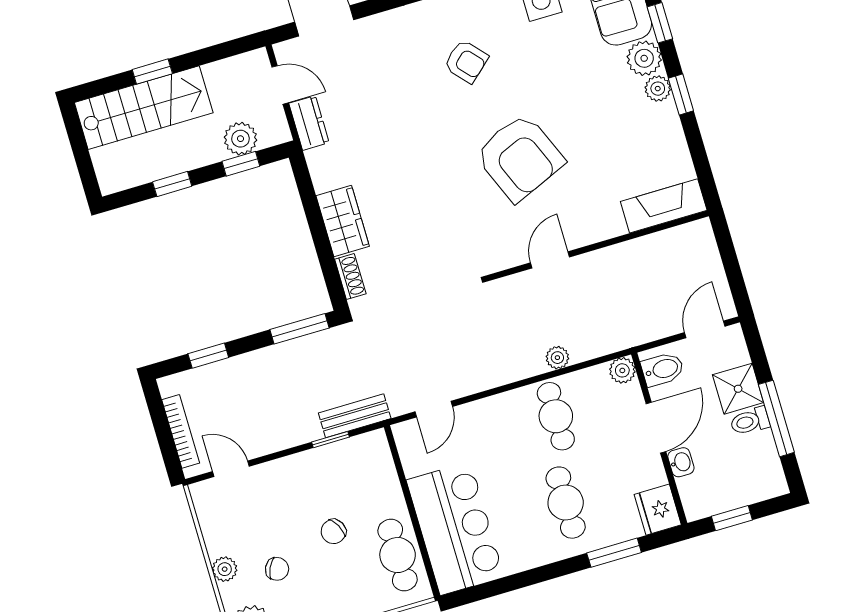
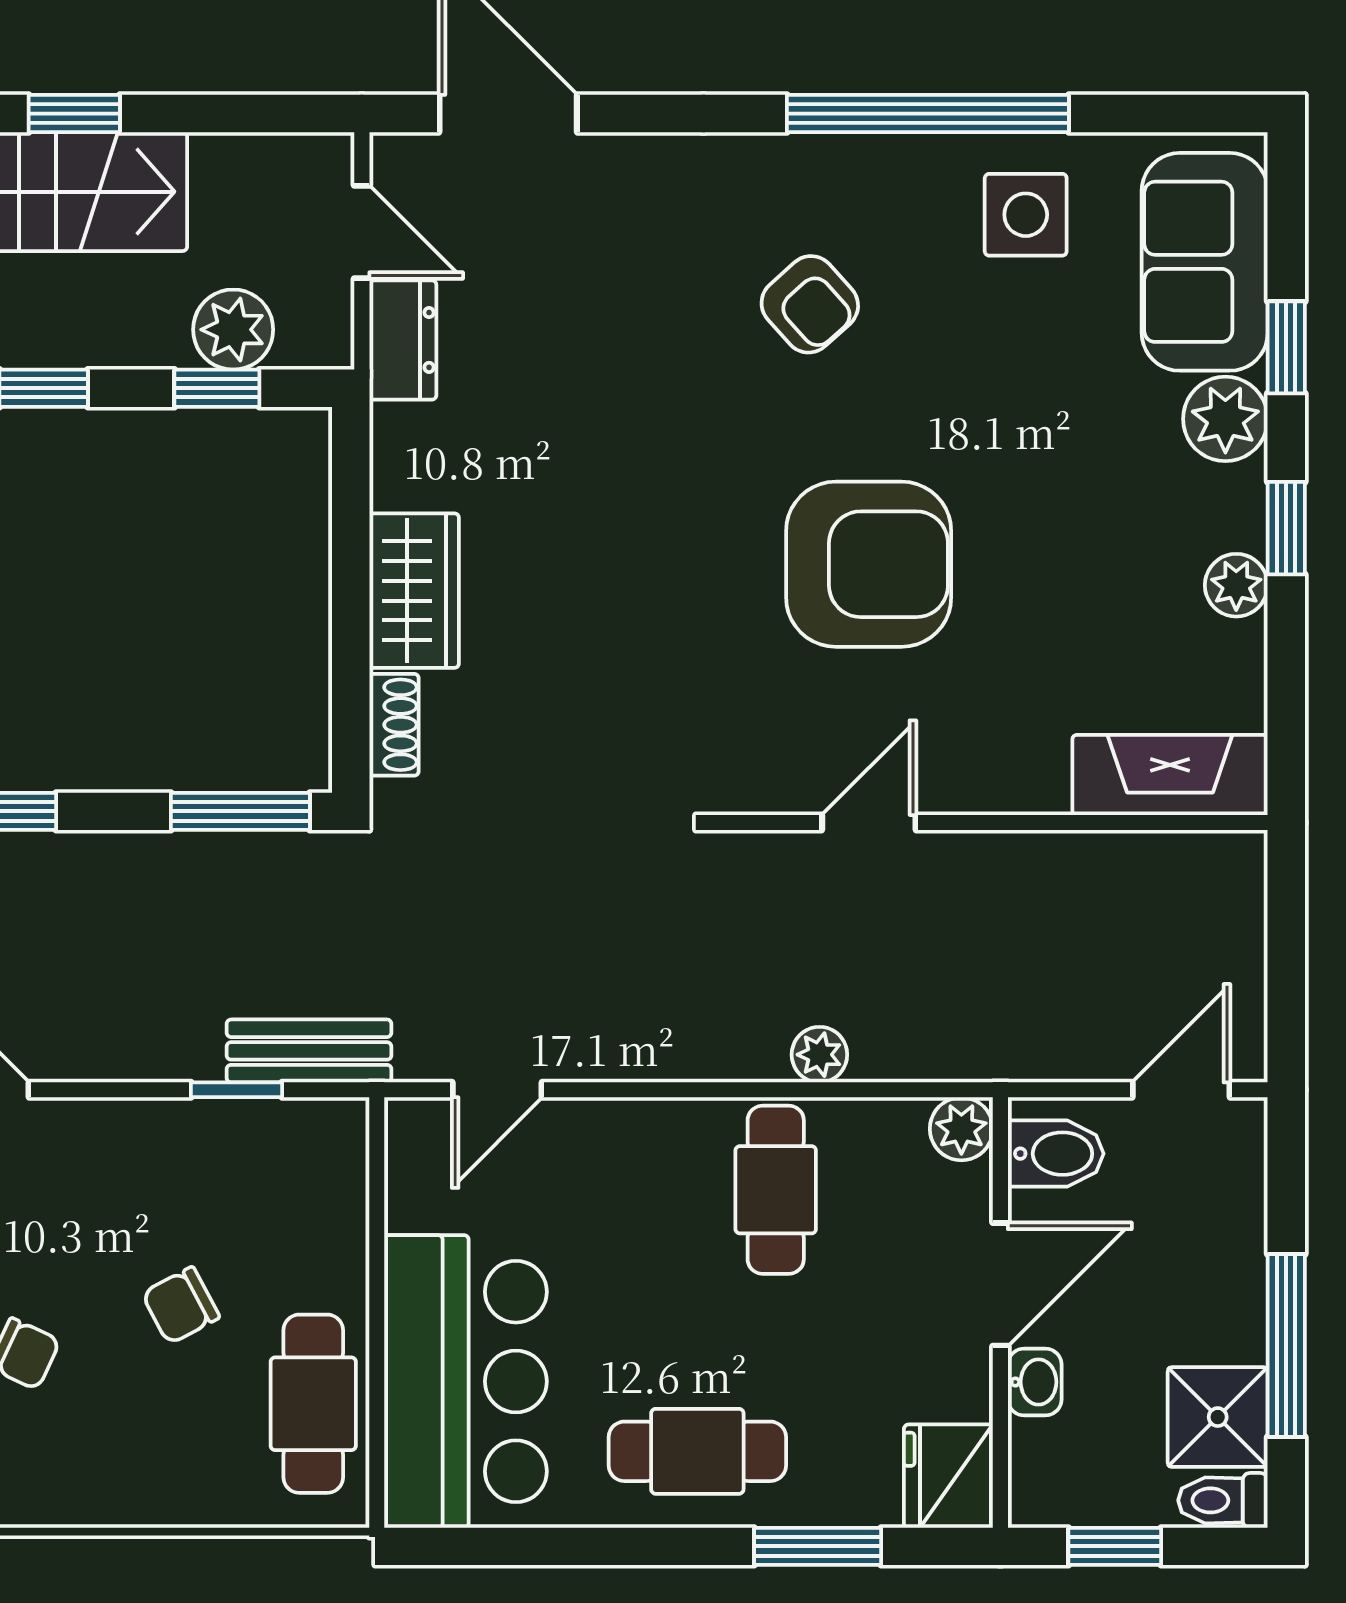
plant: (658, 89) -> (1236, 585), moved
armchair: (520, 157) -> (869, 564), turned -67
shower: (738, 389) -> (1218, 1417), moved
toilet: (750, 421) -> (1223, 1500), moved
cafe table: (566, 503) -> (697, 1451), moved, turned 90

